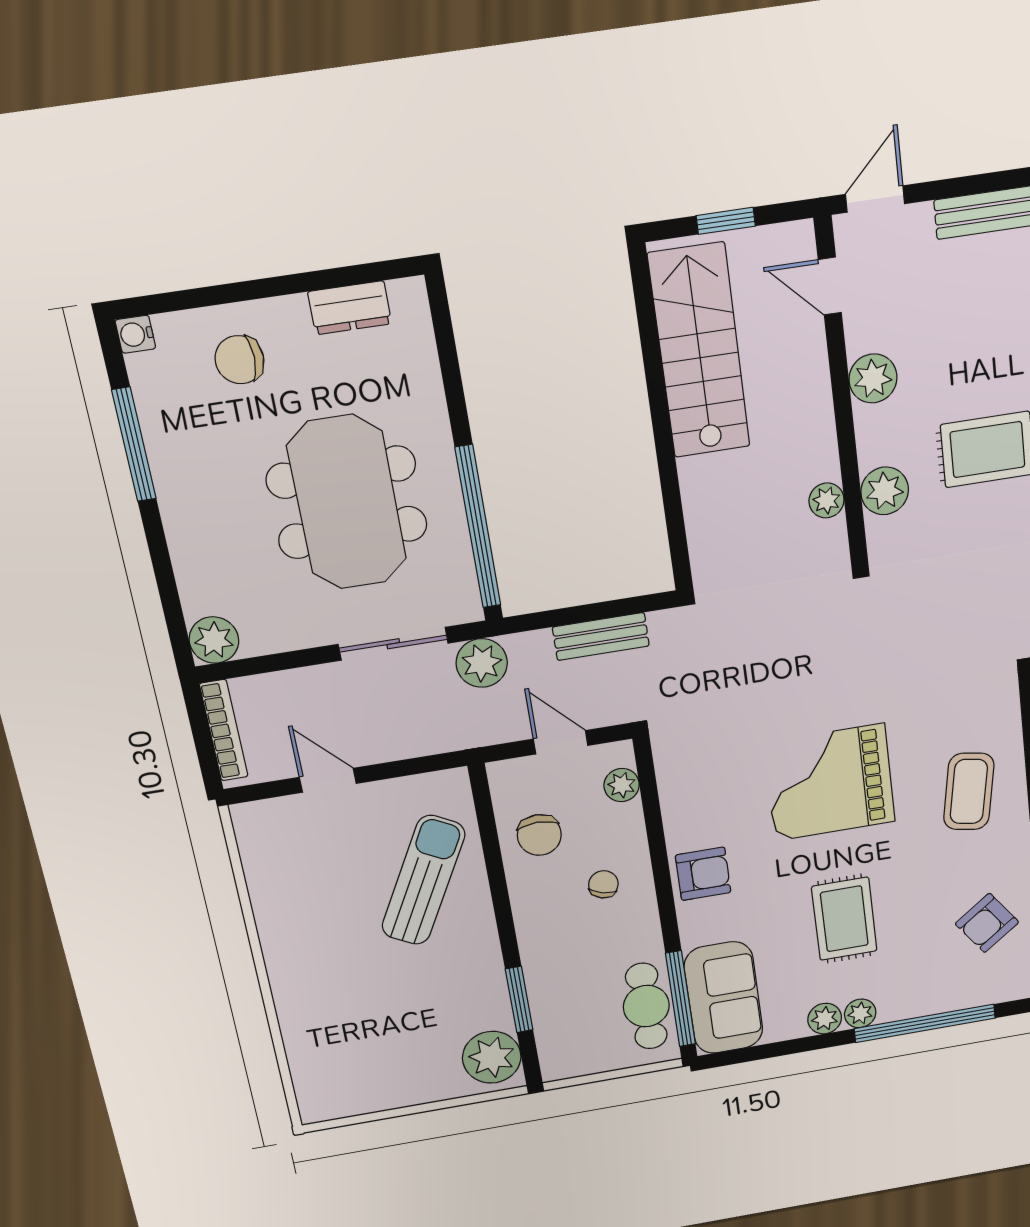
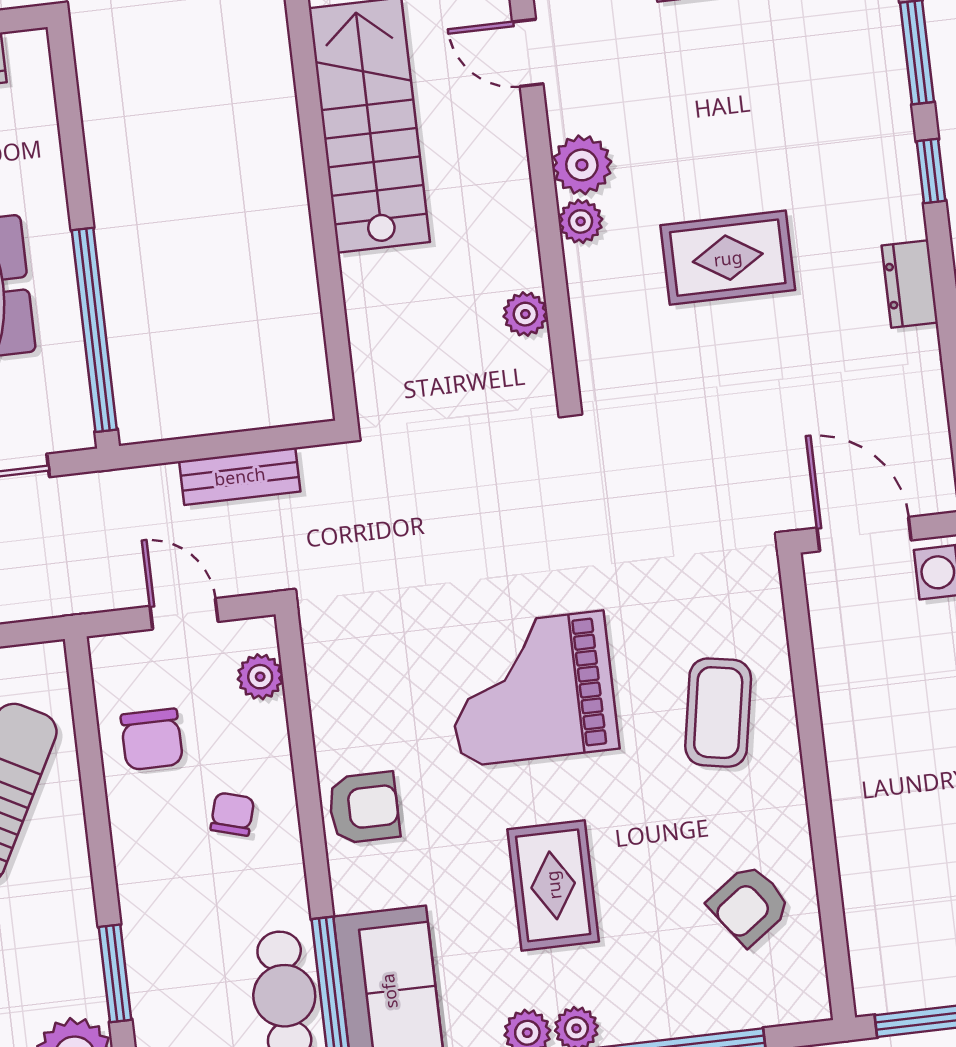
plant: (885, 491) -> (581, 221), moved, width x0.73, depth x0.73
plant: (482, 663) -> (90, 503), removed

